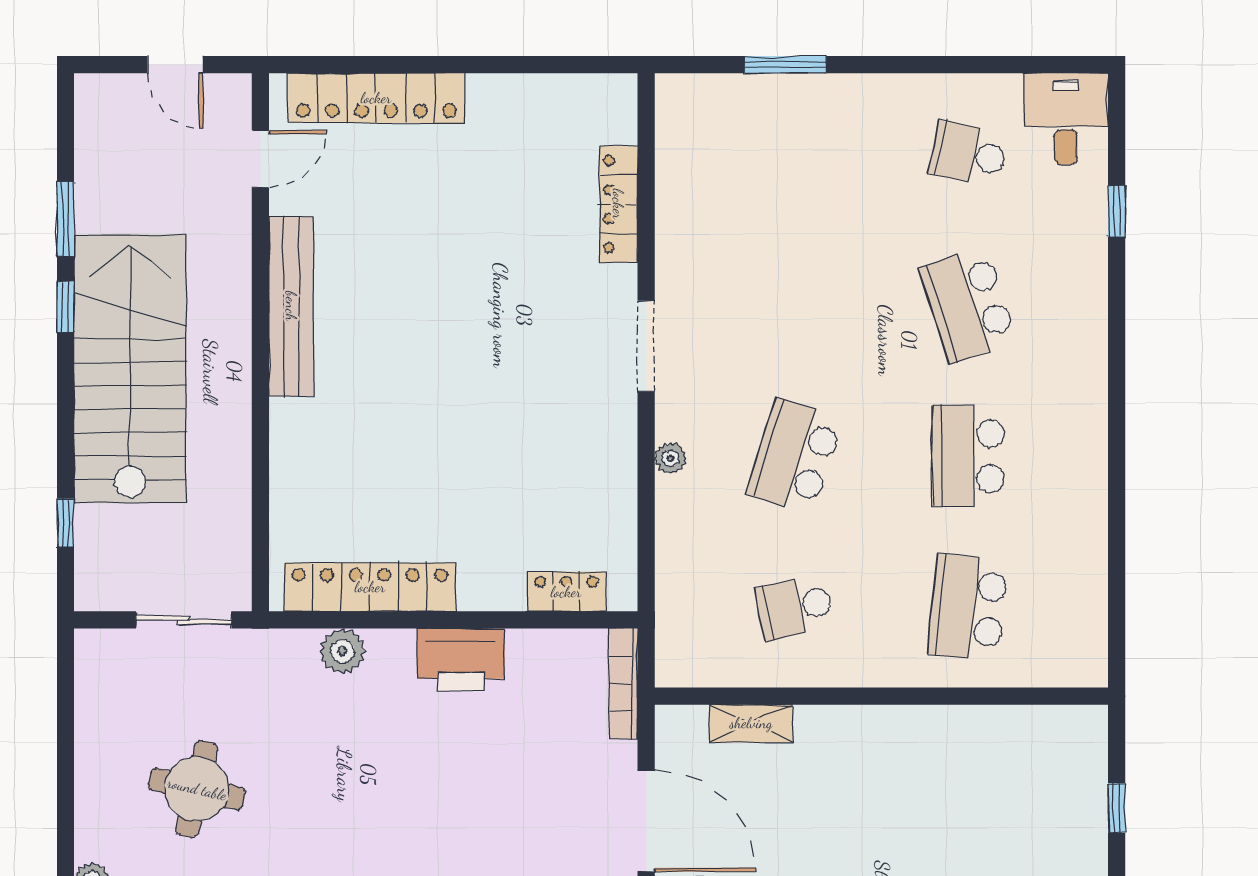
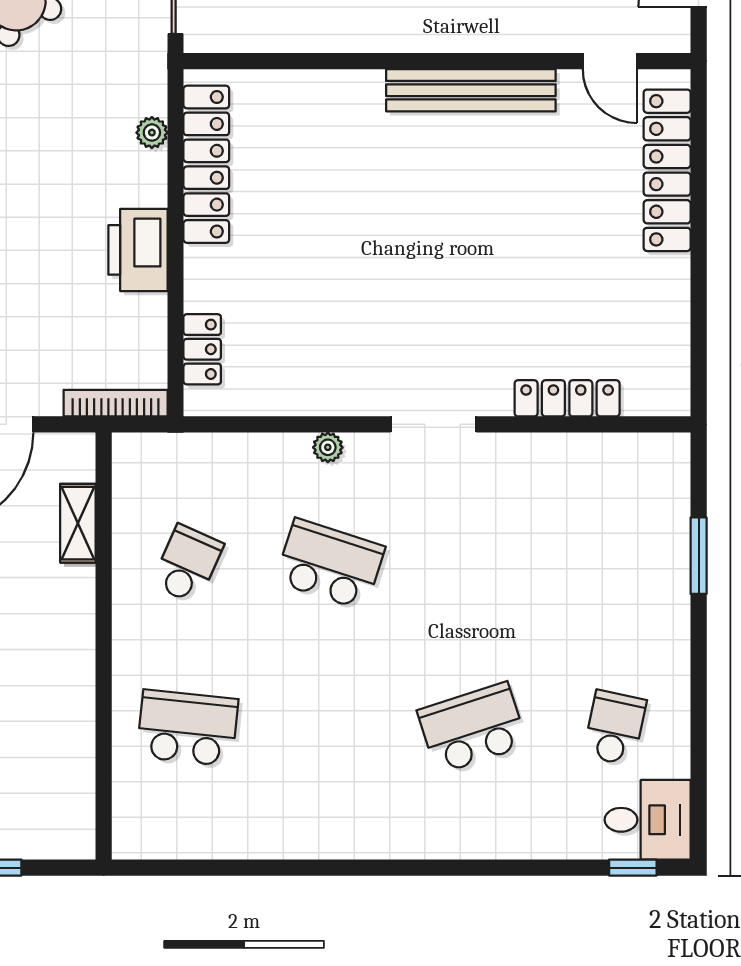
window: (1117, 211) -> (633, 868), moved
school desk: (968, 456) -> (330, 728), removed
school desk: (795, 607) -> (187, 564), turned 36
plant: (342, 651) -> (152, 133), width x0.73, depth x0.73

